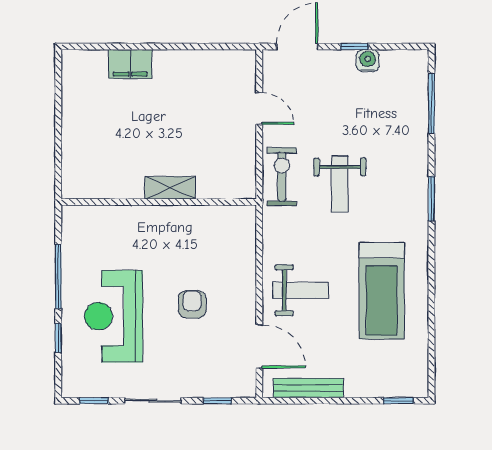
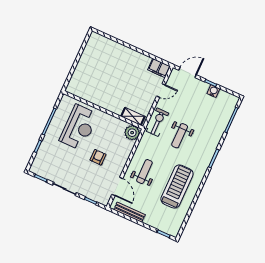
filing cabinet: (130, 64) -> (159, 68), moved
door: (259, 108) -> (161, 91), hinge flipped
shelving: (170, 188) -> (133, 116), moved
plant: (239, 222) -> (132, 133), added
weight bench: (301, 290) -> (144, 172), turned -90
treadmill: (382, 291) -> (177, 186), turned 180
reception desk: (114, 316) -> (79, 127), moved, turned 180

